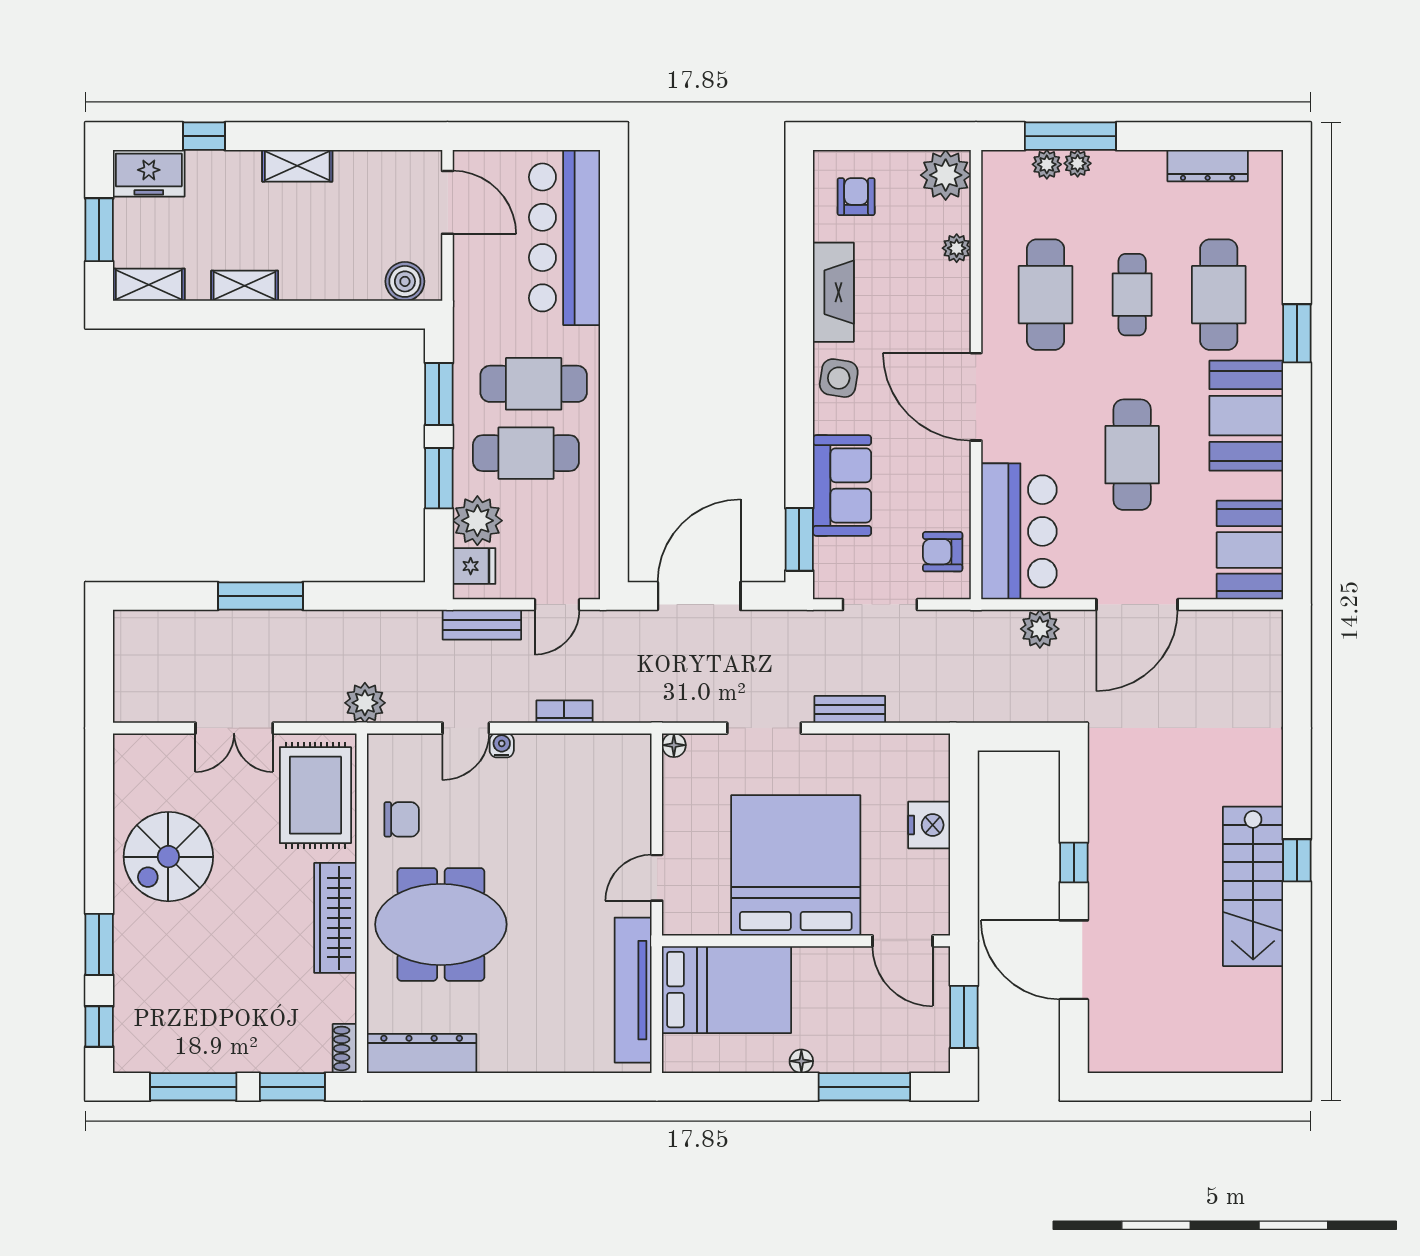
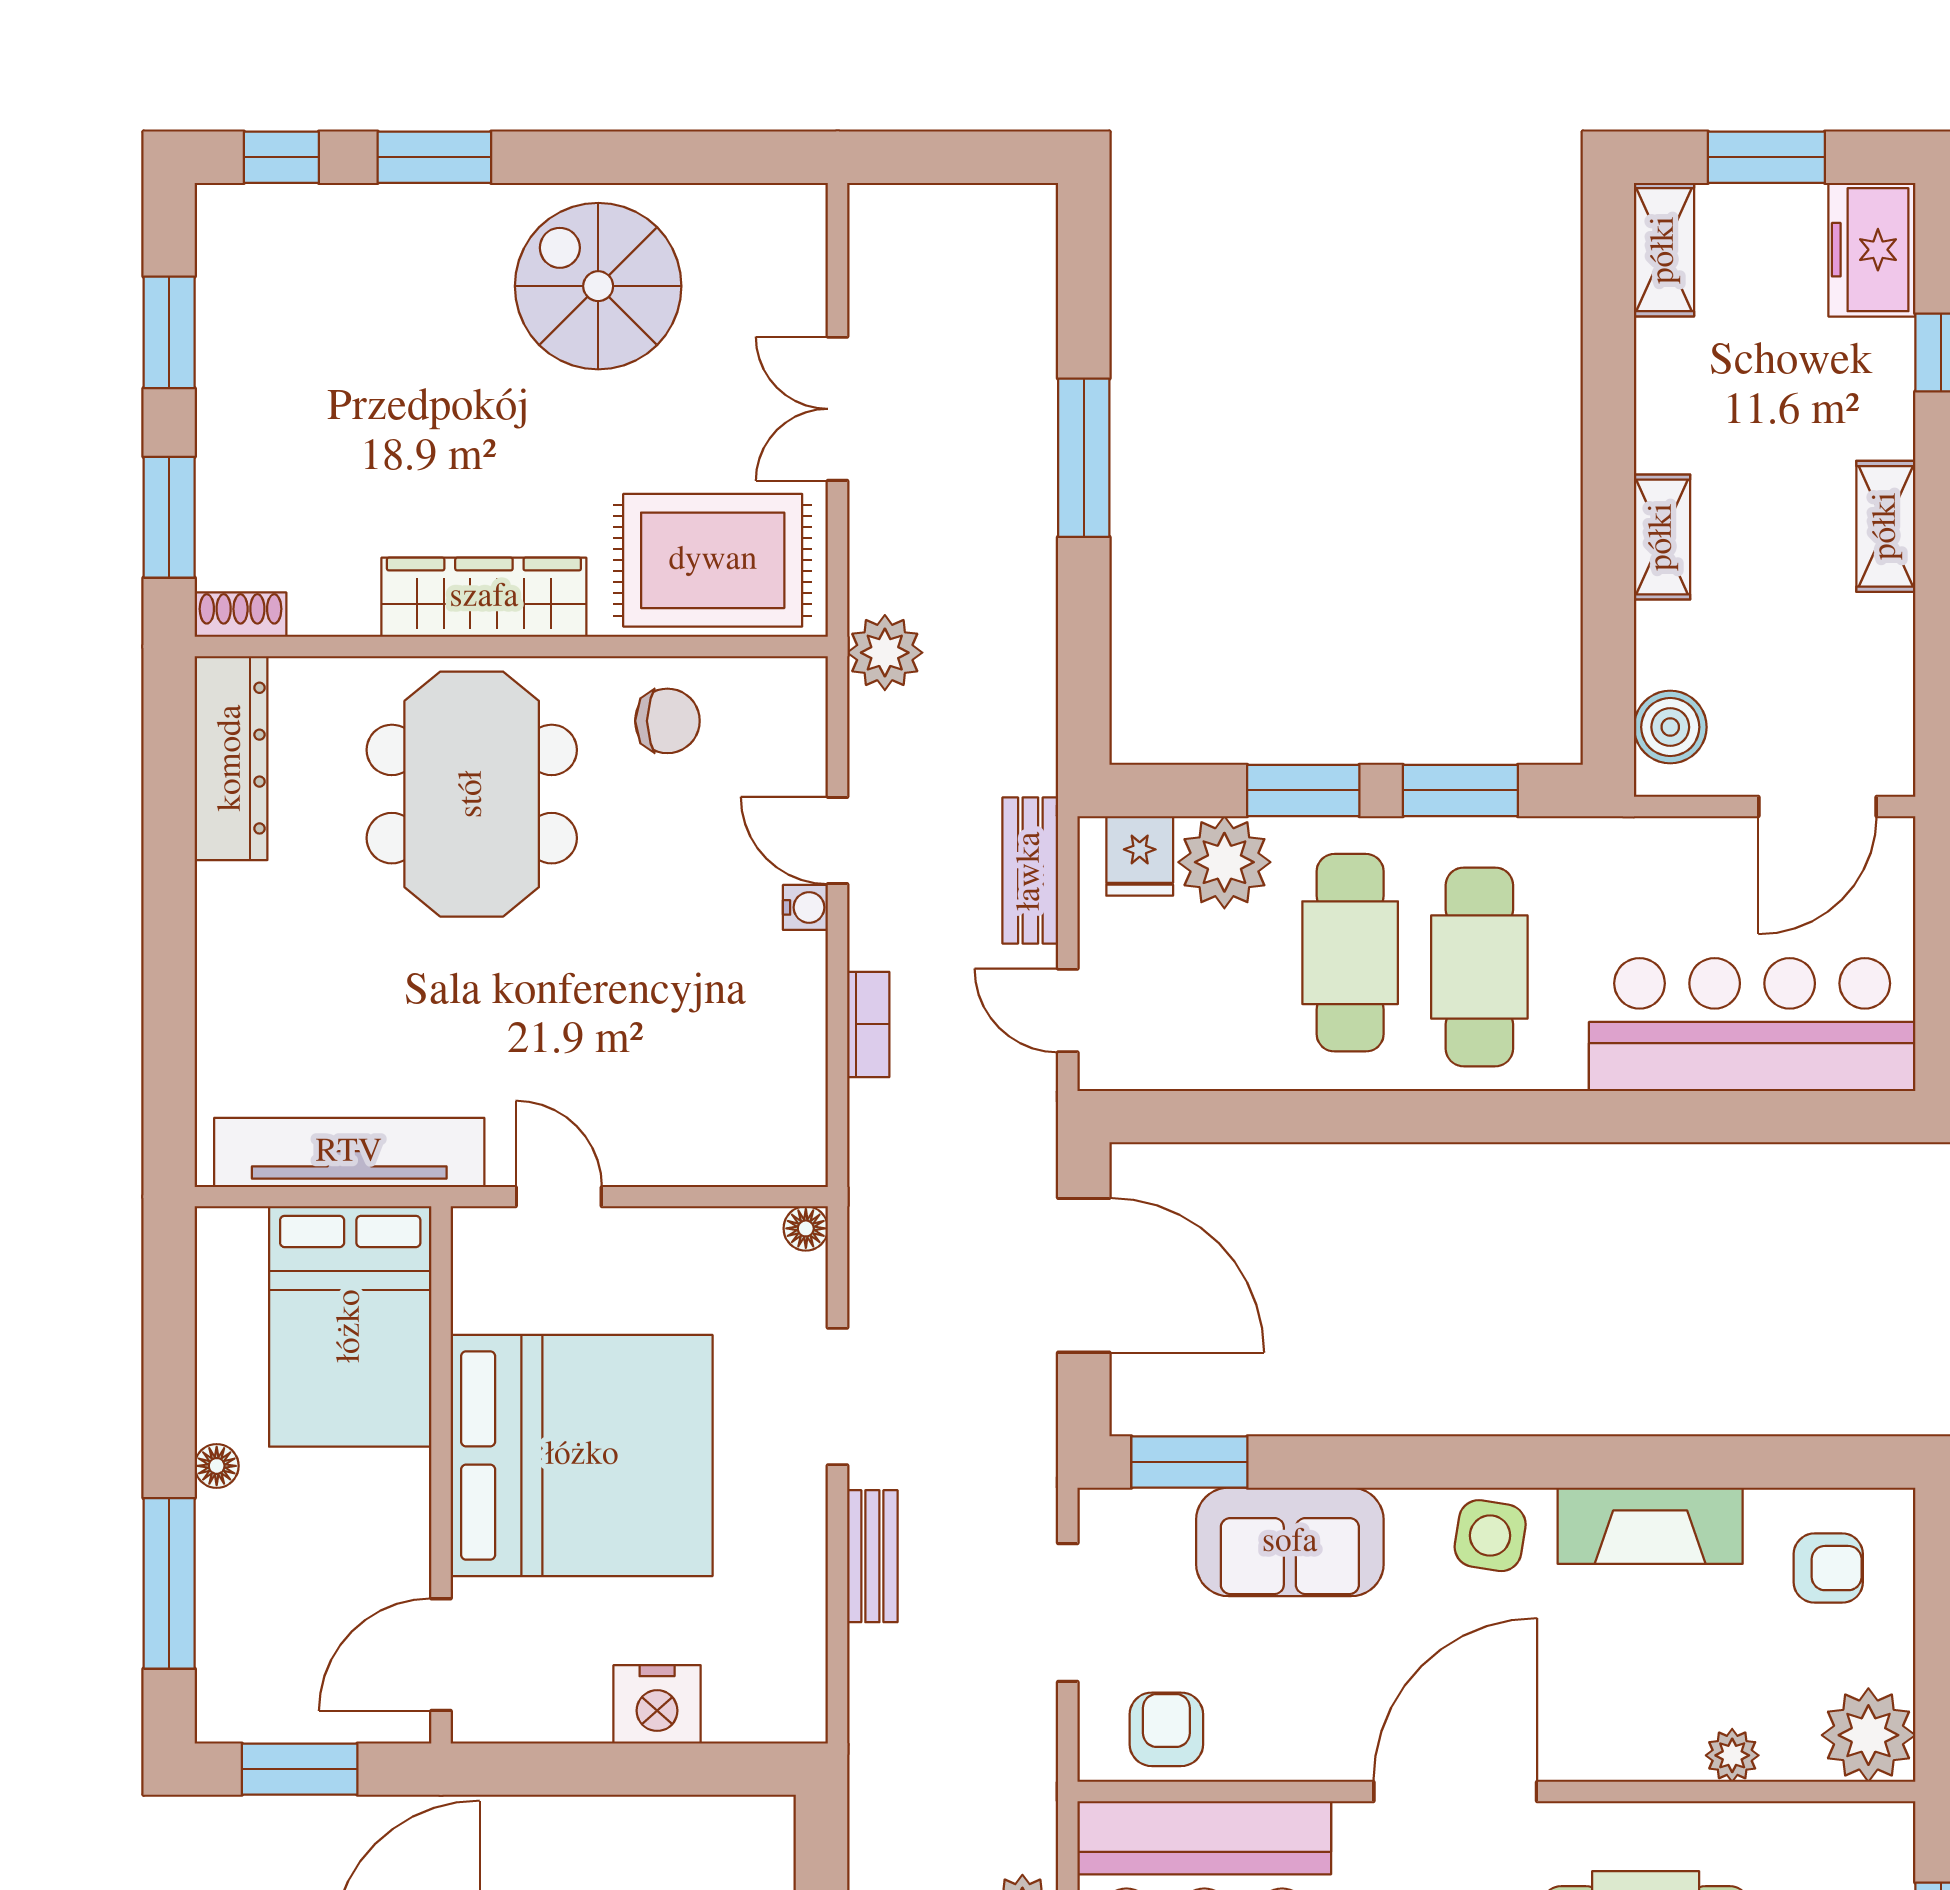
shelving: (245, 286) -> (1662, 537), moved
chair: (402, 819) -> (667, 721), turned -90
window: (193, 1087) -> (169, 332), width x0.69

